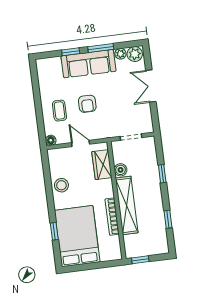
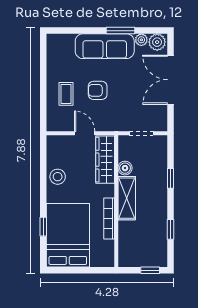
window: (71, 52) -> (87, 31), removed
double door: (151, 86) -> (170, 80), width x1.37
armchair: (87, 104) -> (98, 90), turned 90
floor lamp: (51, 140) -> (52, 126), removed
wardrobe: (102, 165) -> (105, 160), width x1.50
shelving: (127, 205) -> (127, 198), width x0.68
window: (140, 260) -> (150, 270), moved

